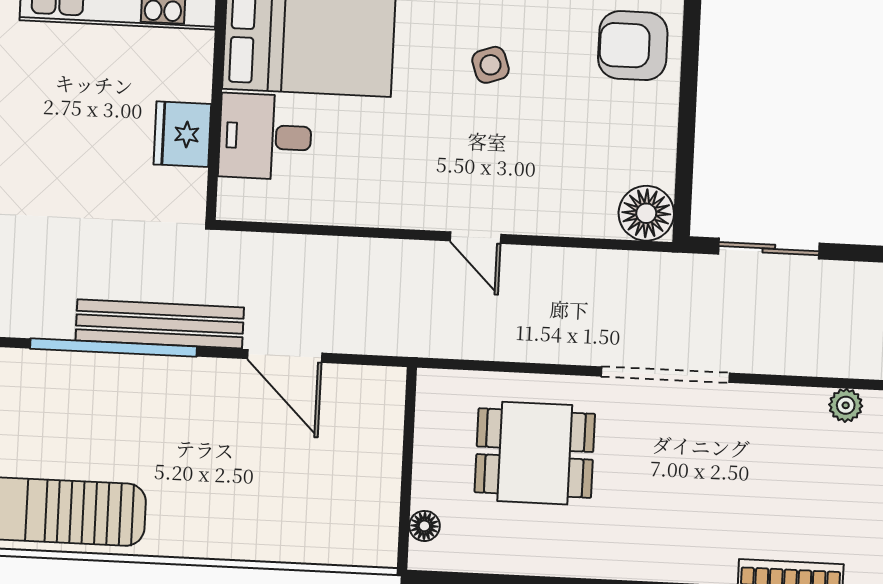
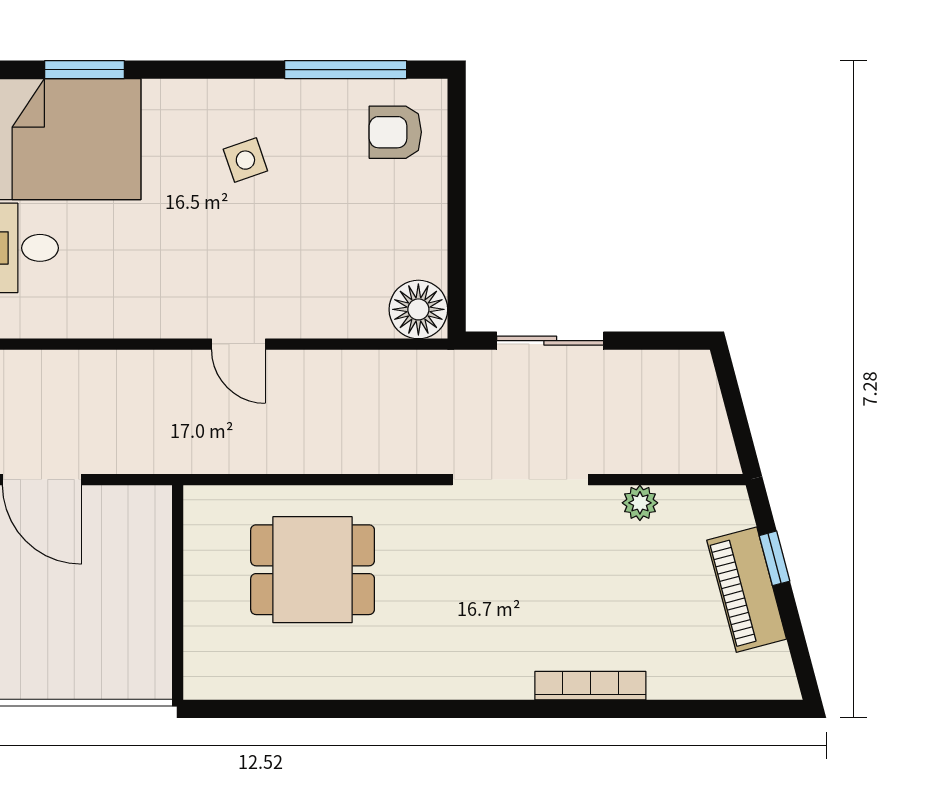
armchair: (633, 46) -> (395, 132), width x0.72, depth x0.72
doorway: (665, 375) -> (520, 480), moved
floor lamp: (424, 526) -> (199, 653), removed

